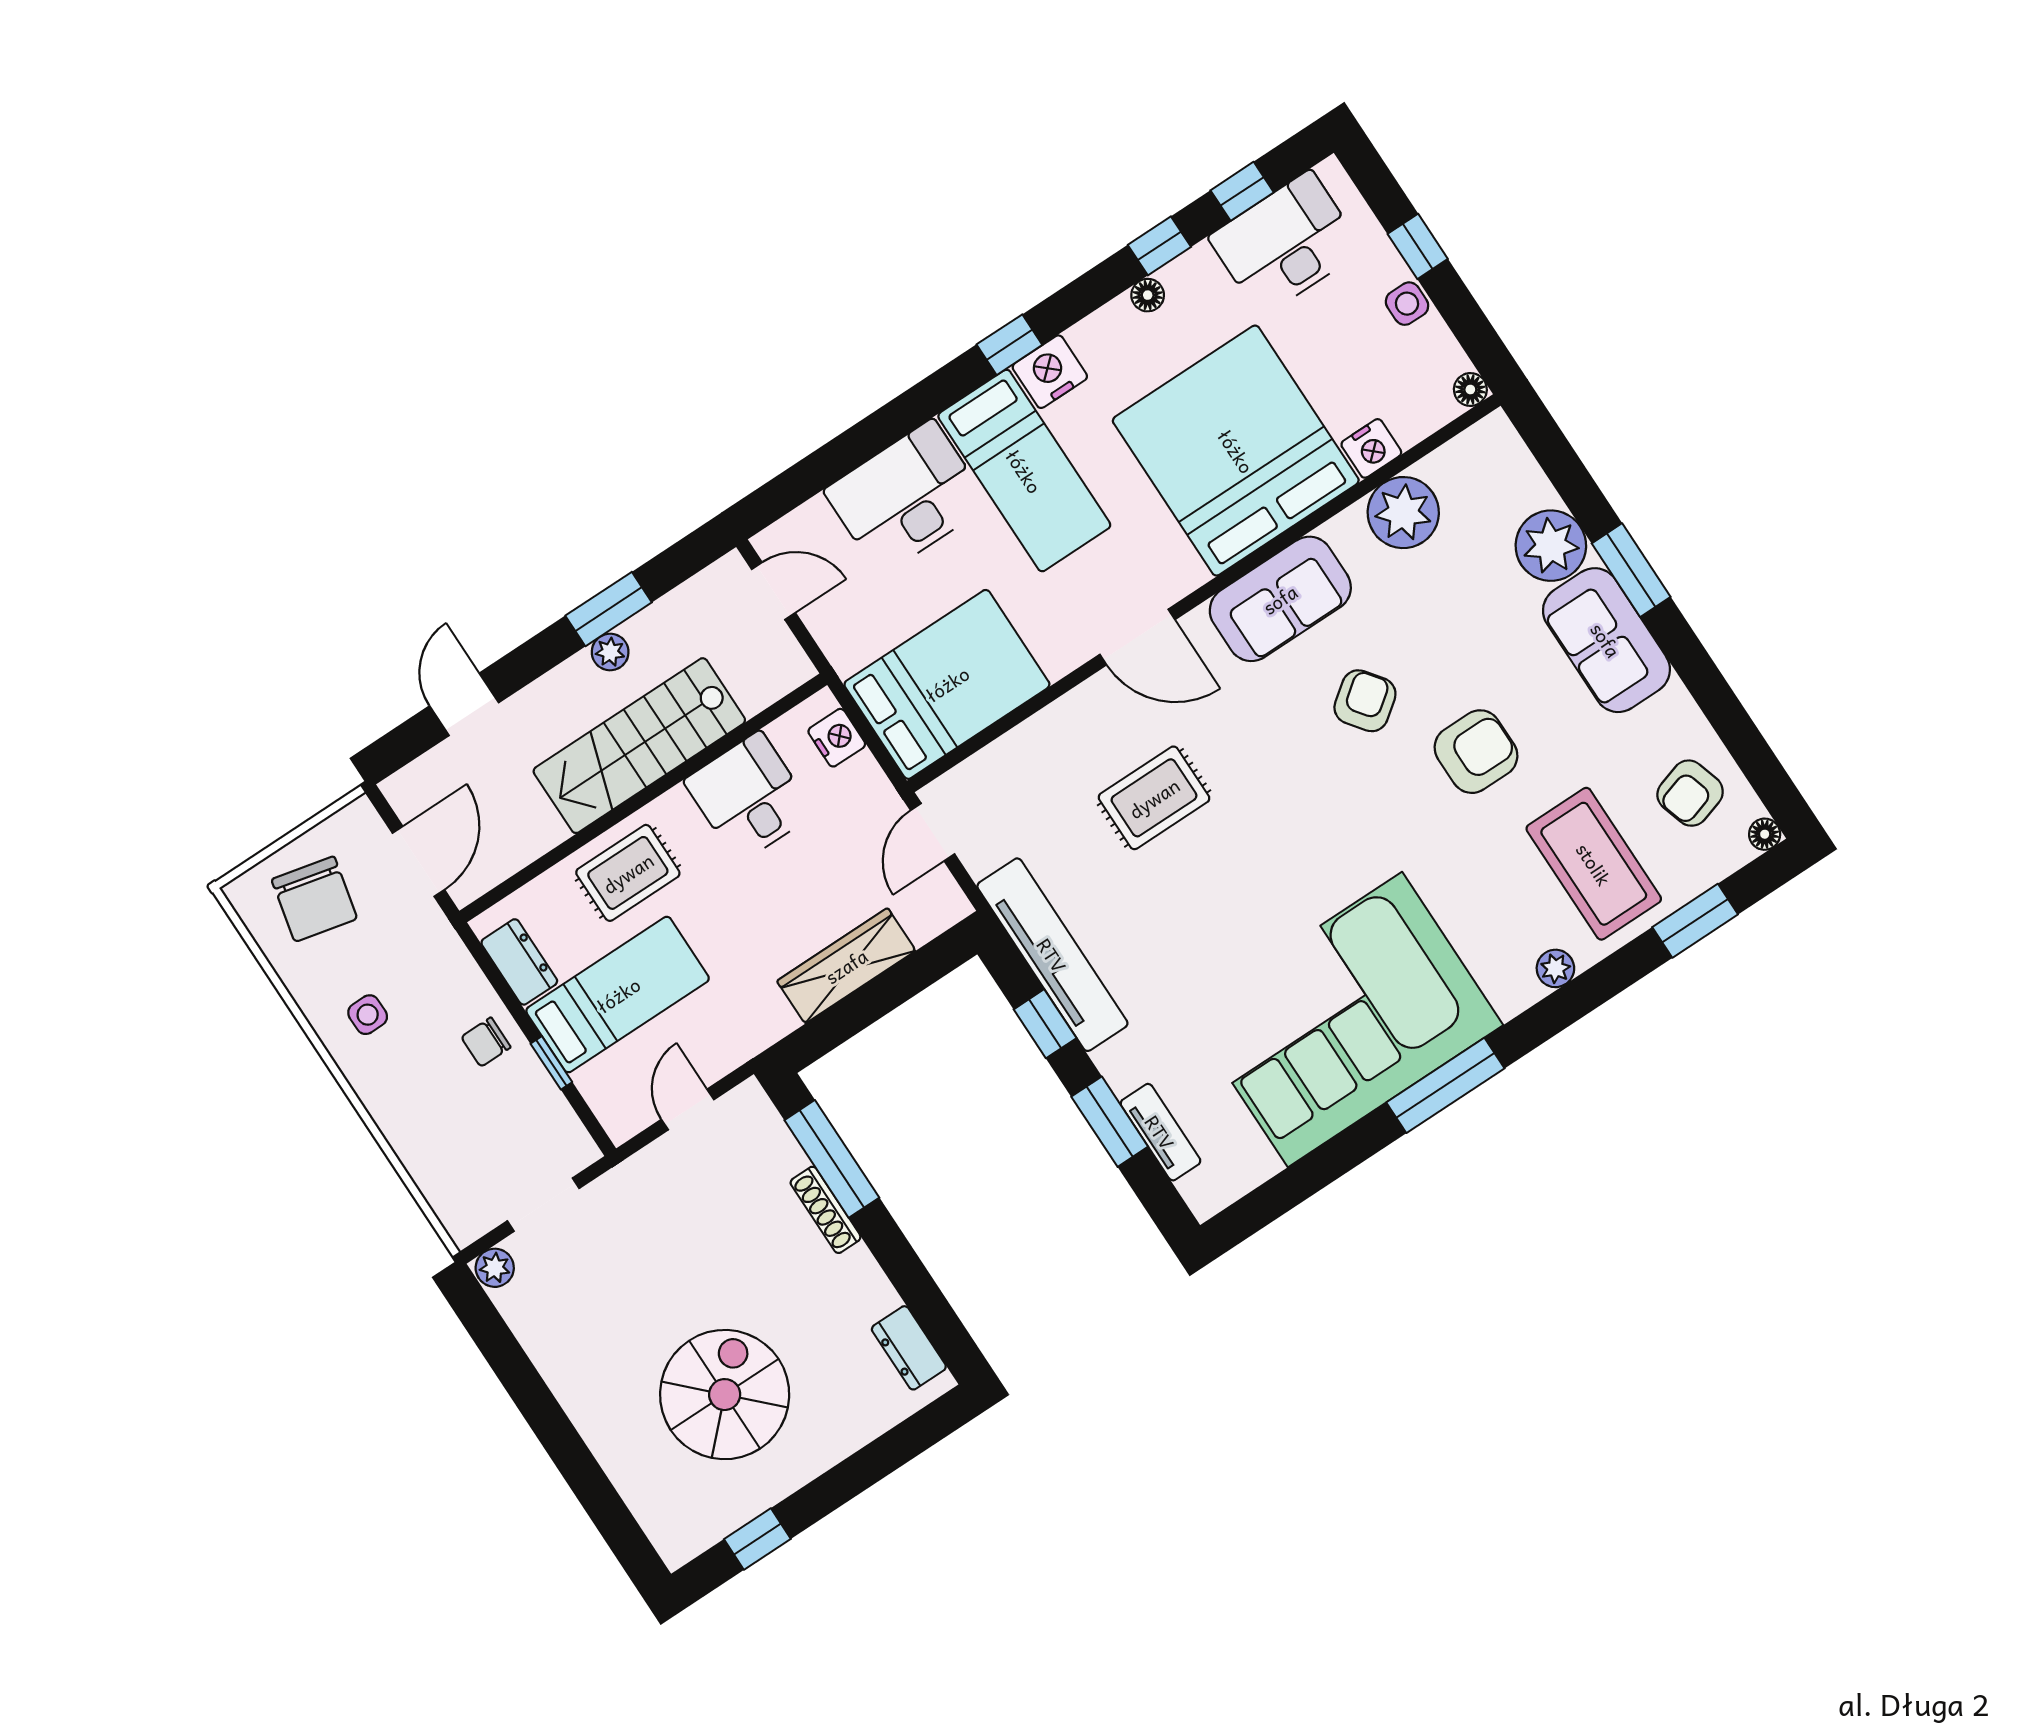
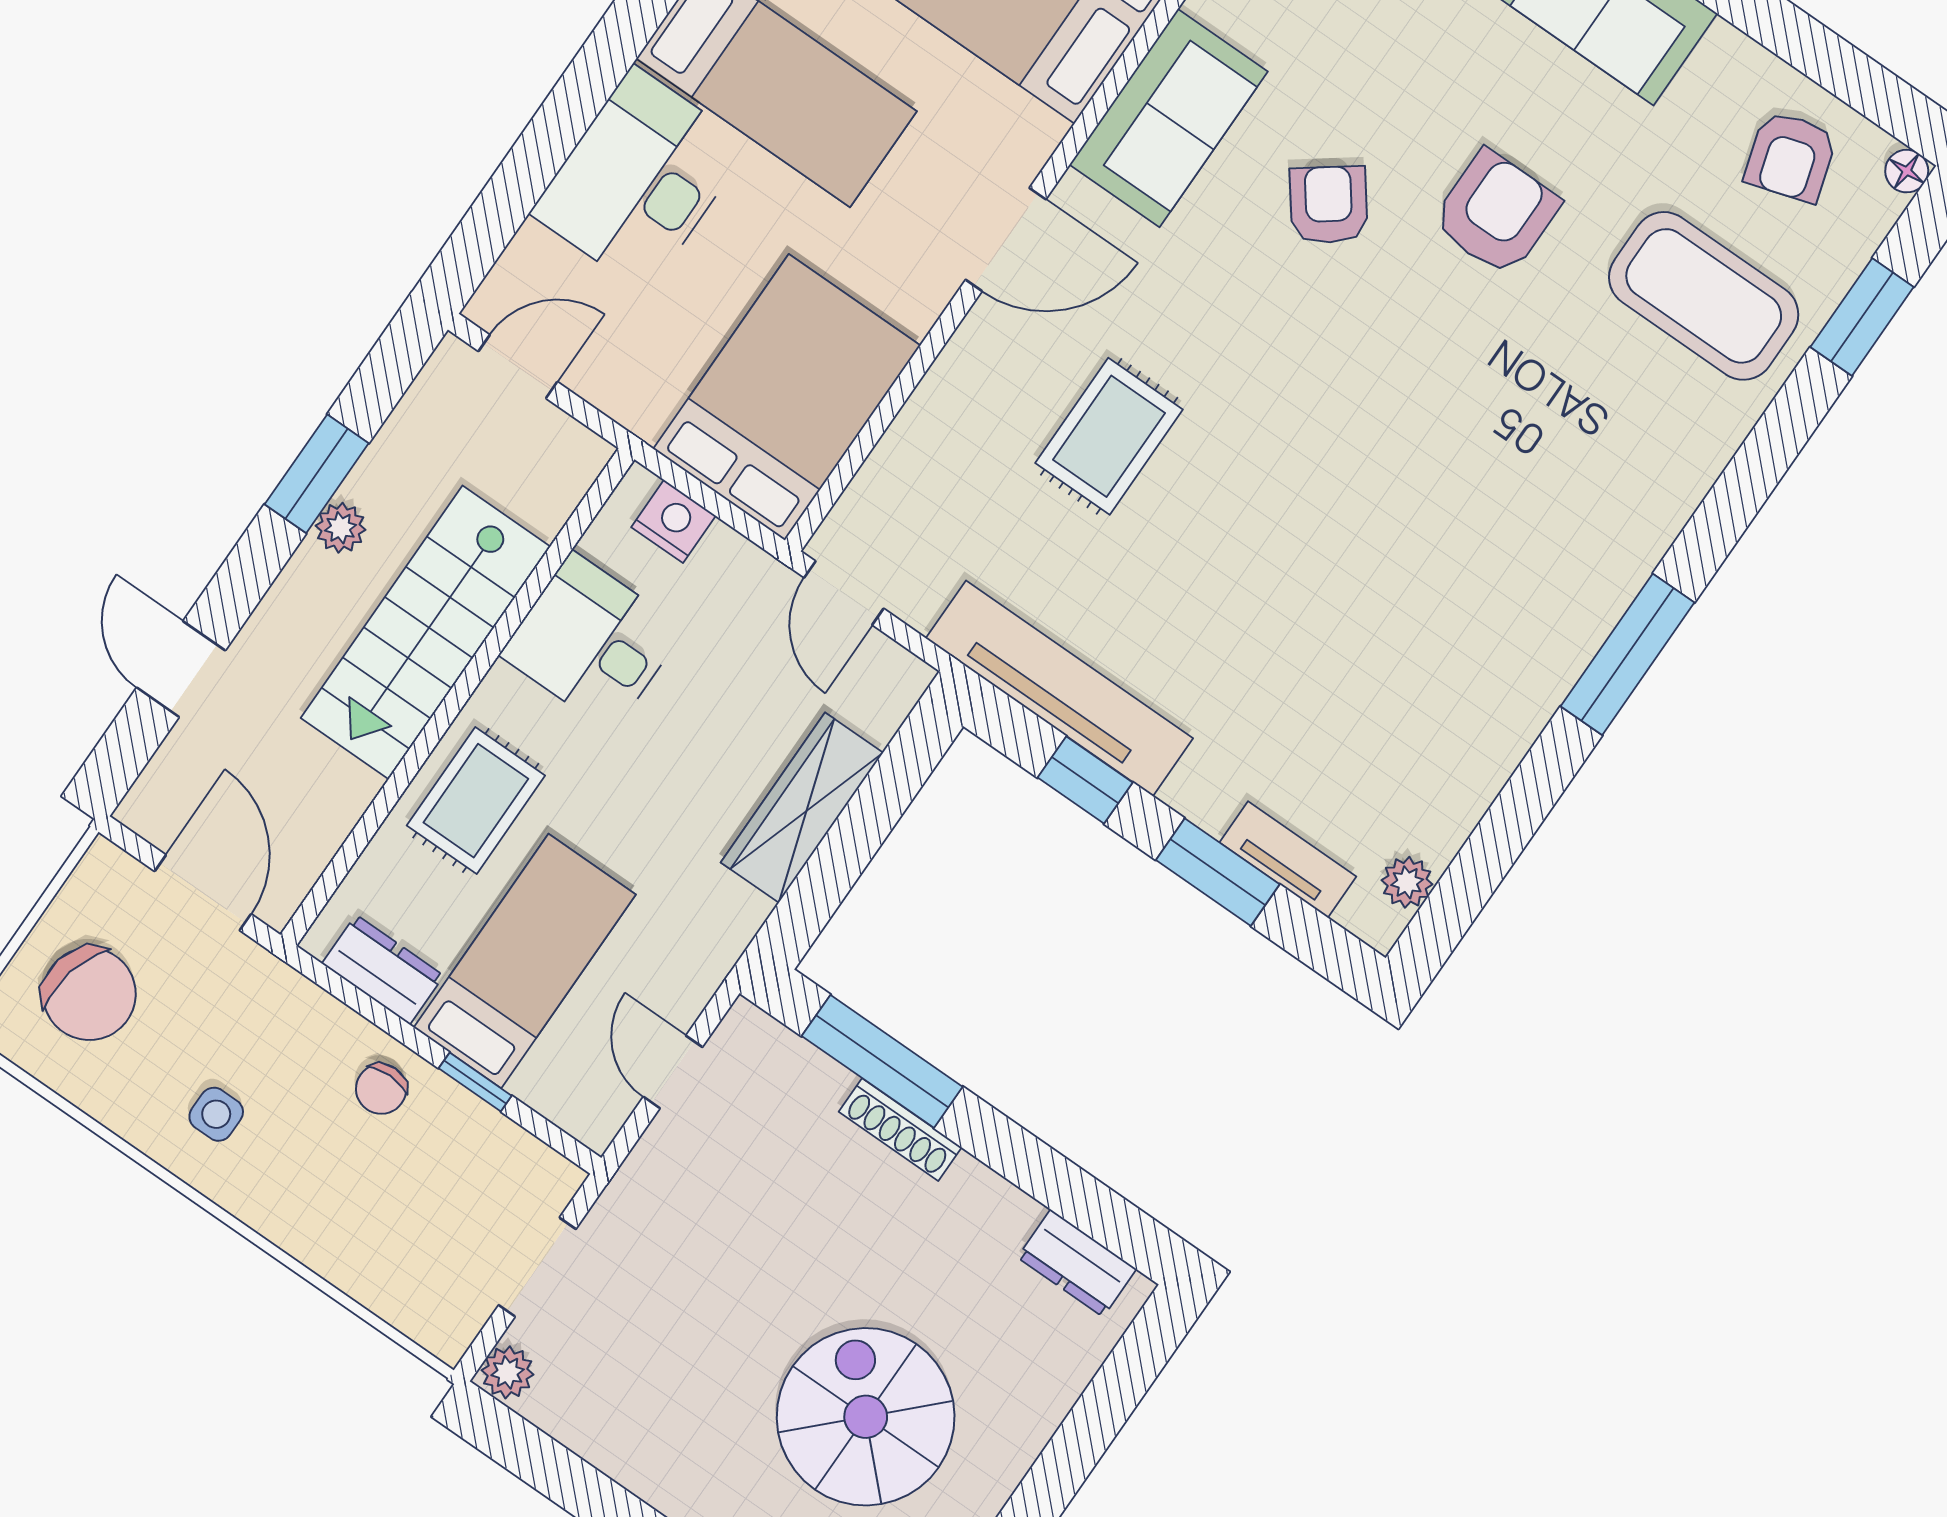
plant: (1555, 968) -> (1407, 882), moved
corner sofa: (1345, 1019) -> (1466, 622), removed

